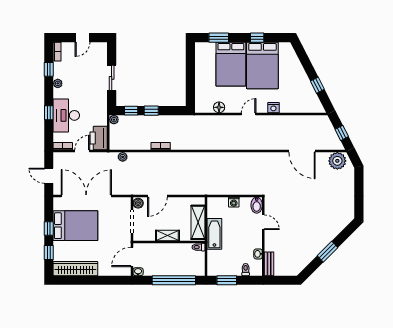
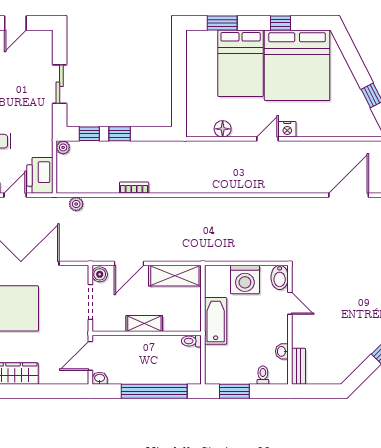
bed: (262, 65) -> (297, 65), width x1.36
nightstand: (273, 108) -> (287, 129), moved
door: (302, 151) -> (349, 195), swing flipped
washing machine: (234, 202) -> (245, 279), width x1.89, depth x1.89
shelving: (198, 222) -> (175, 276), moved, turned 90

